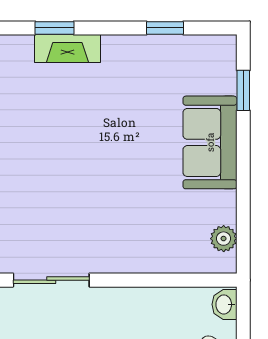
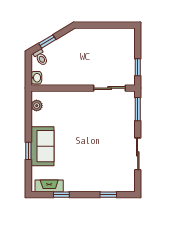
fireplace: (67, 49) -> (49, 186), moved
window: (243, 90) -> (28, 151), moved

